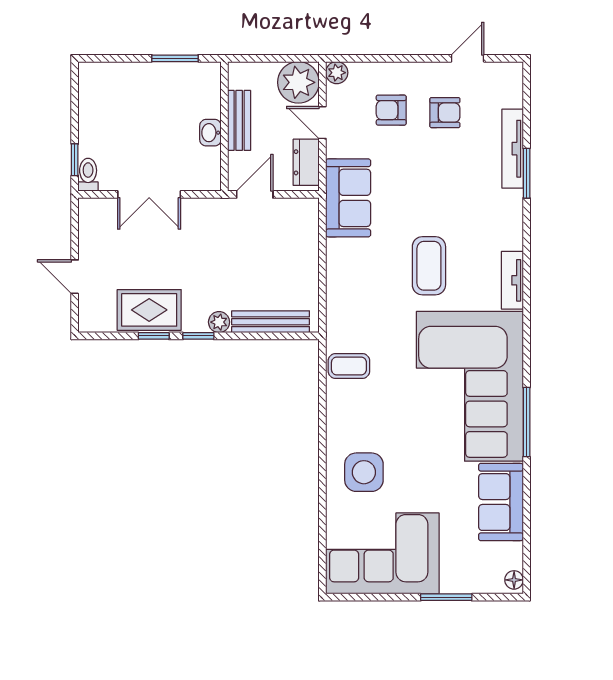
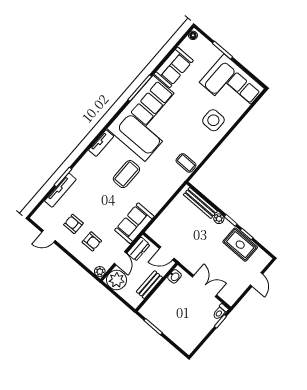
washbasin: (210, 133) -> (175, 276), moved

